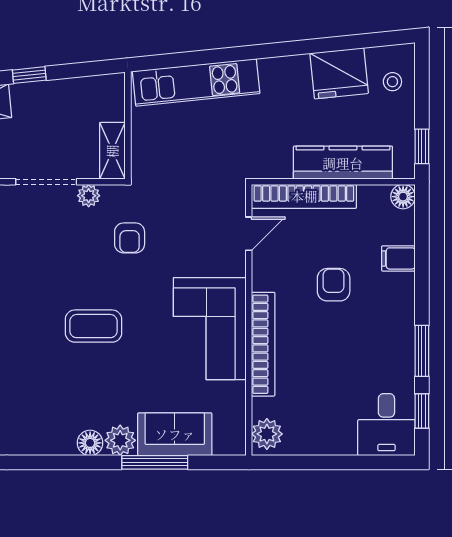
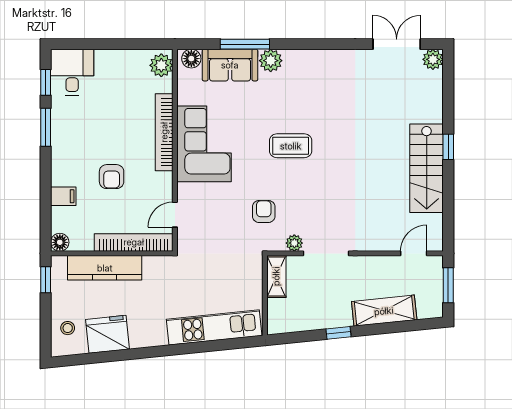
floor lamp: (90, 443) -> (191, 59), moved

